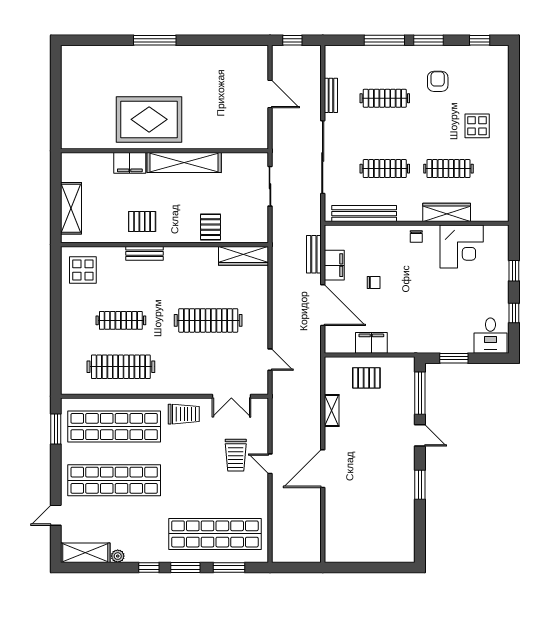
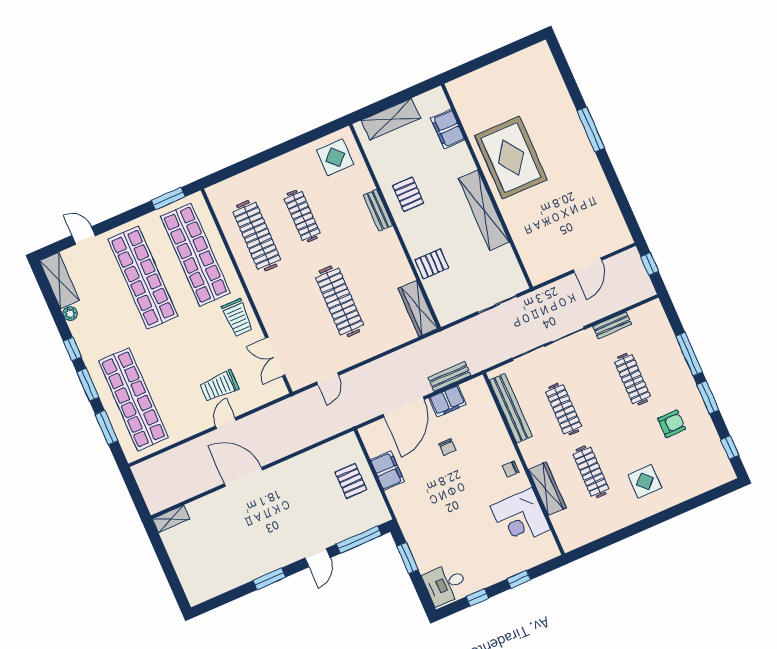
filing cabinet: (130, 163) -> (448, 129), moved
shelving: (332, 411) -> (171, 519), moved

